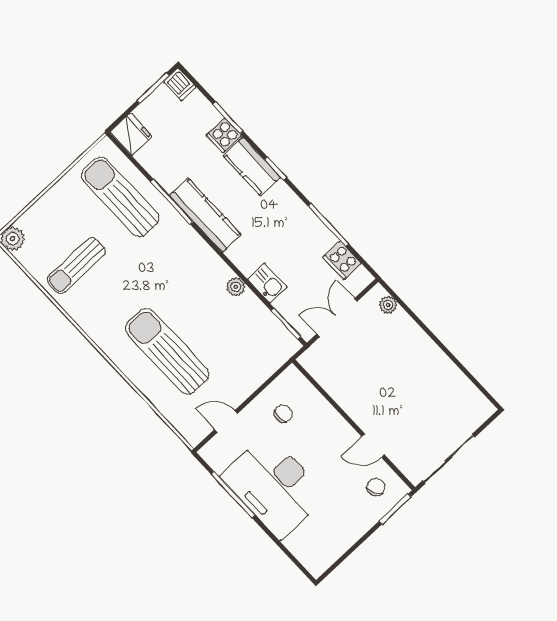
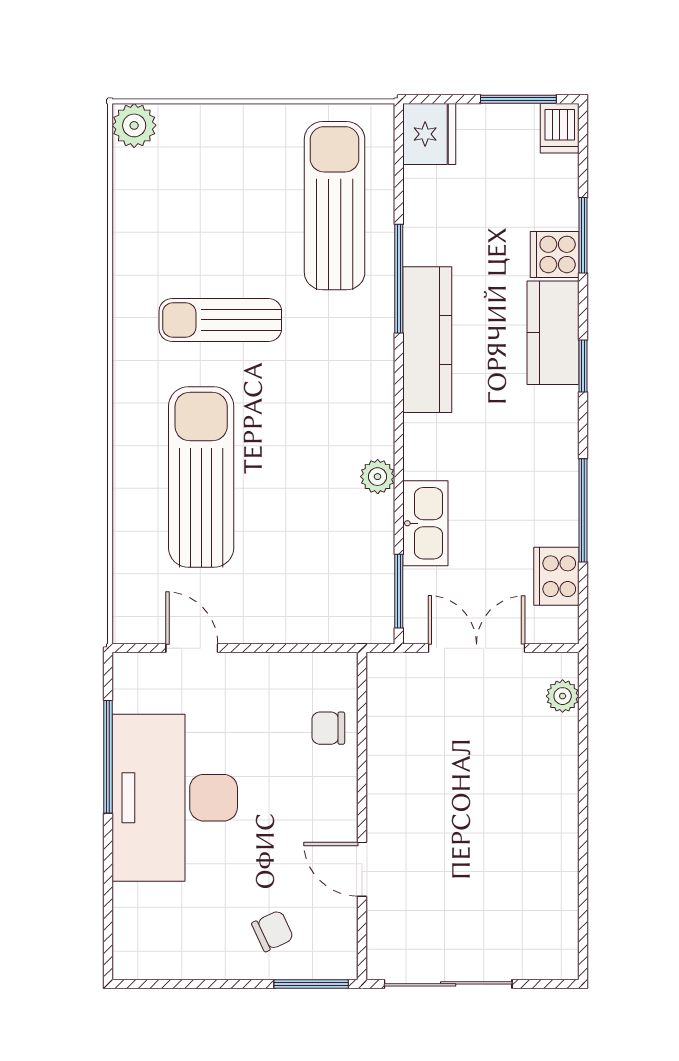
sun lounger: (76, 266) -> (220, 320), moved
kitchen sink: (267, 283) -> (425, 523), width x1.38
chair: (283, 414) -> (328, 728), moved, turned 180
chair: (376, 487) -> (273, 931), moved

